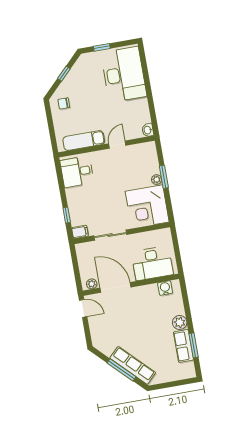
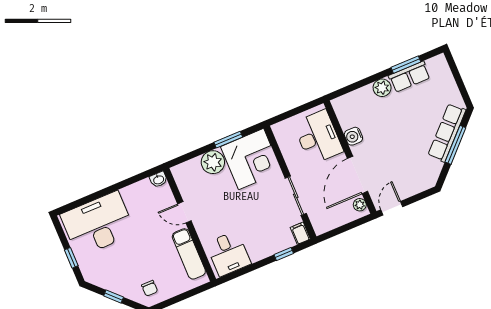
window: (164, 177) -> (228, 140), moved
plant: (157, 180) -> (213, 162), width x1.88, depth x1.88
water cooler: (165, 288) -> (353, 136), moved

